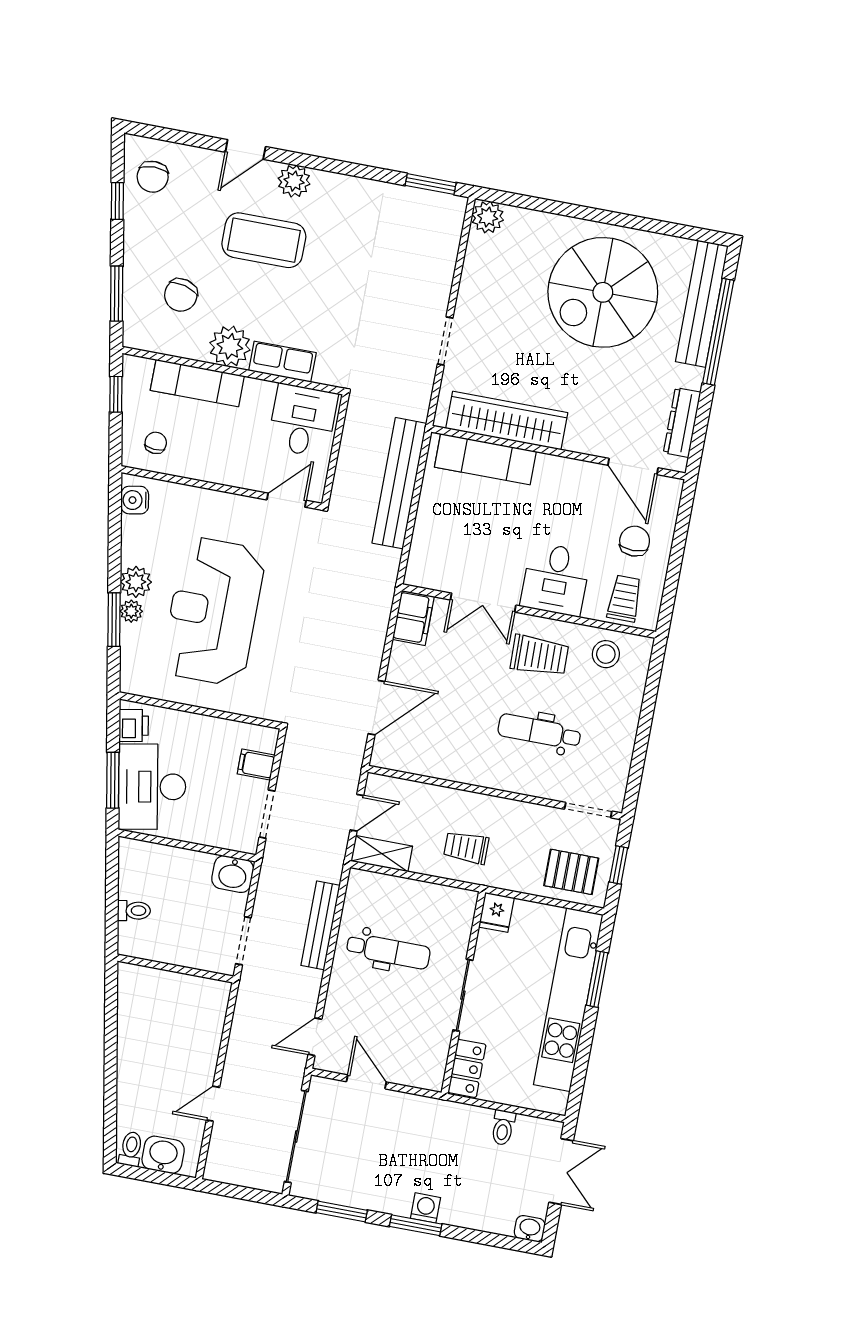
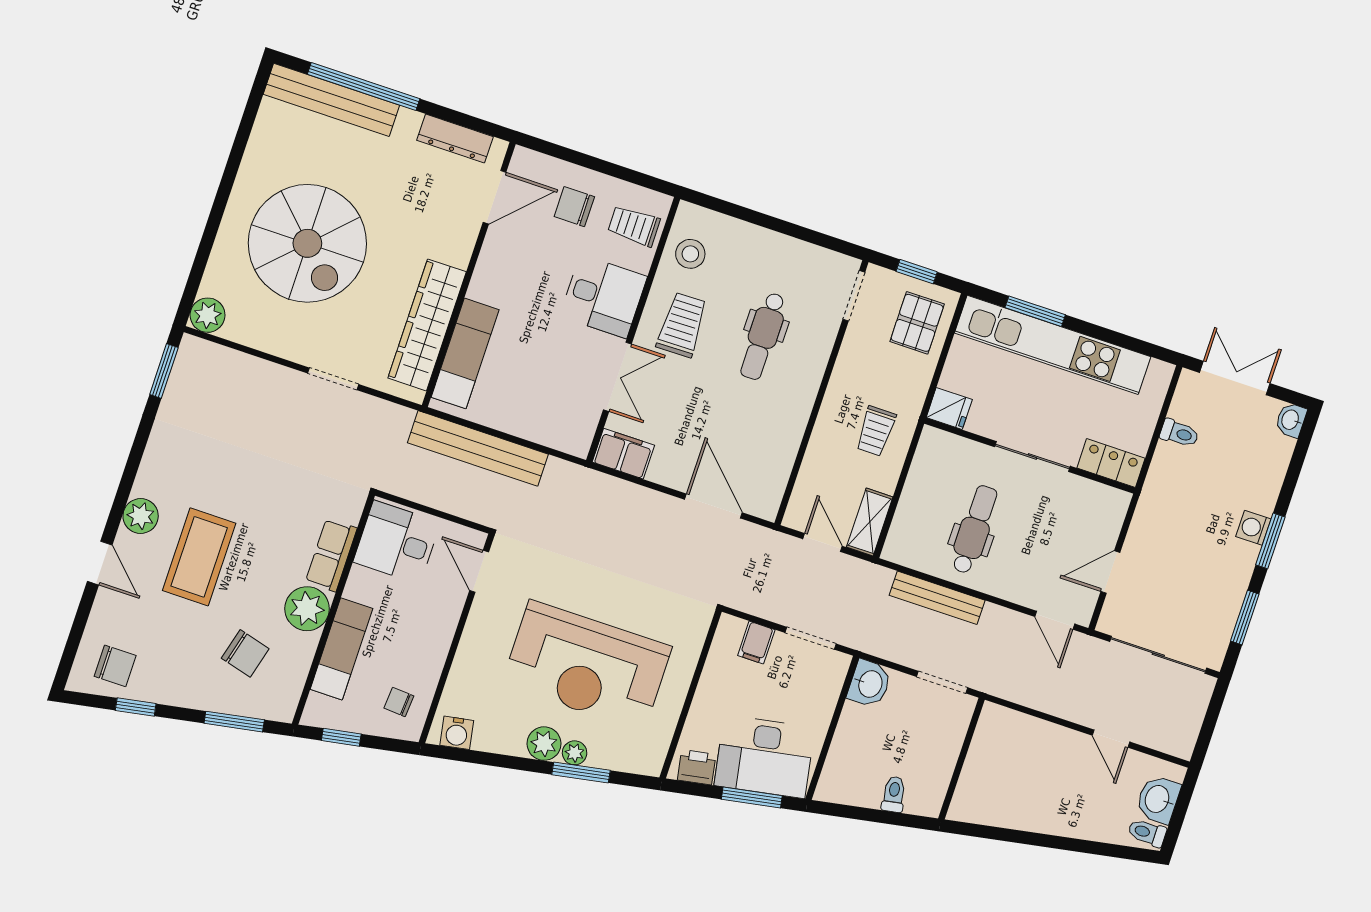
spiral stairs: (603, 292) -> (307, 243), moved

